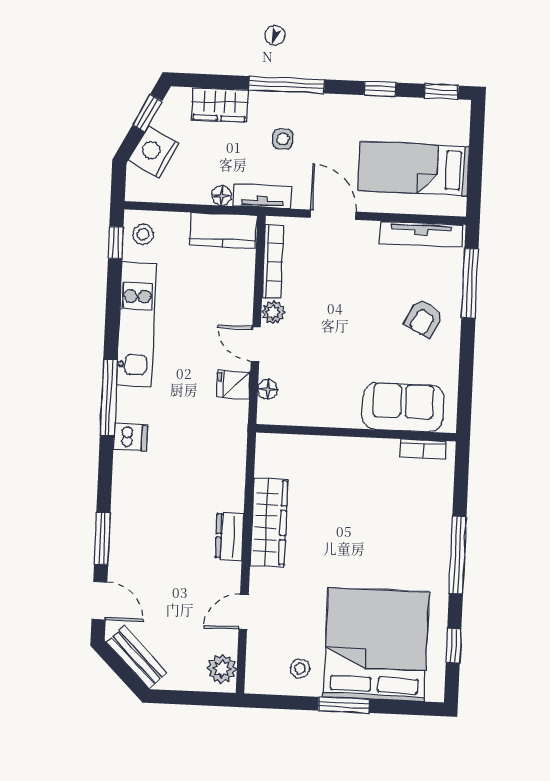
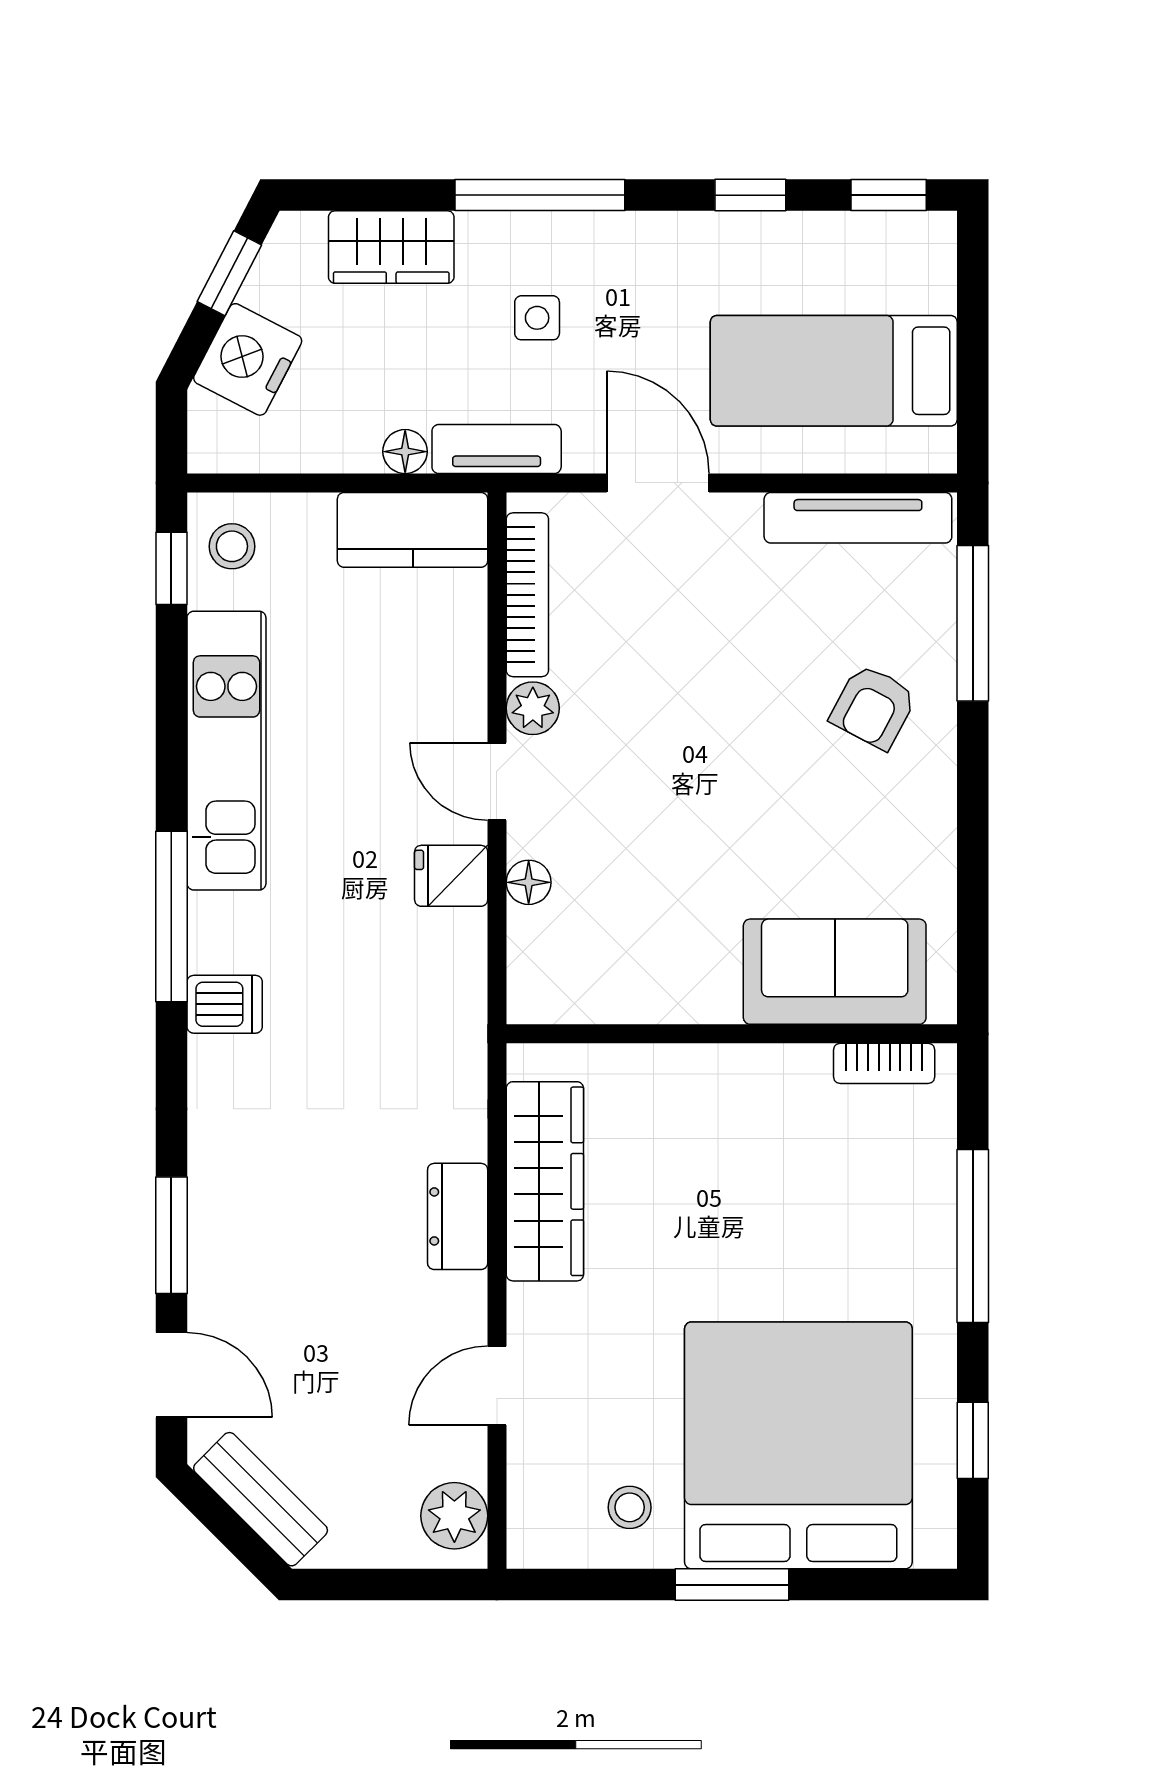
sofa: (403, 407) -> (835, 972), moved
wall: (356, 433) -> (732, 1034), moved
bookcase: (423, 449) -> (884, 1063), moved

